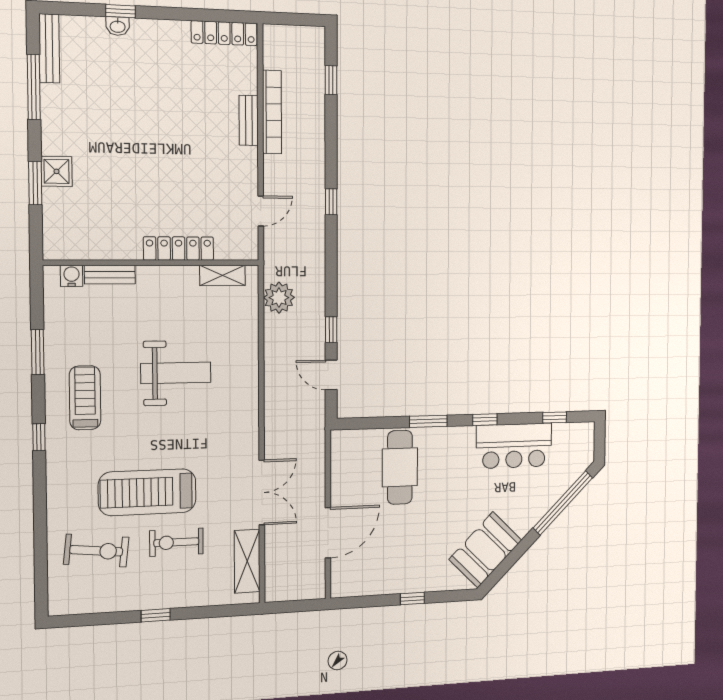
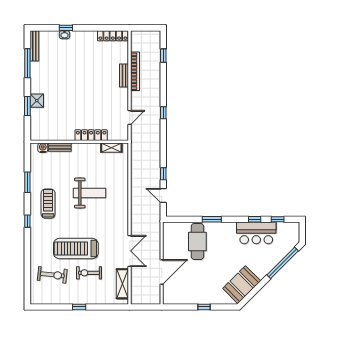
plant: (279, 298) -> (138, 158), removed
window: (485, 420) -> (255, 219), moved

